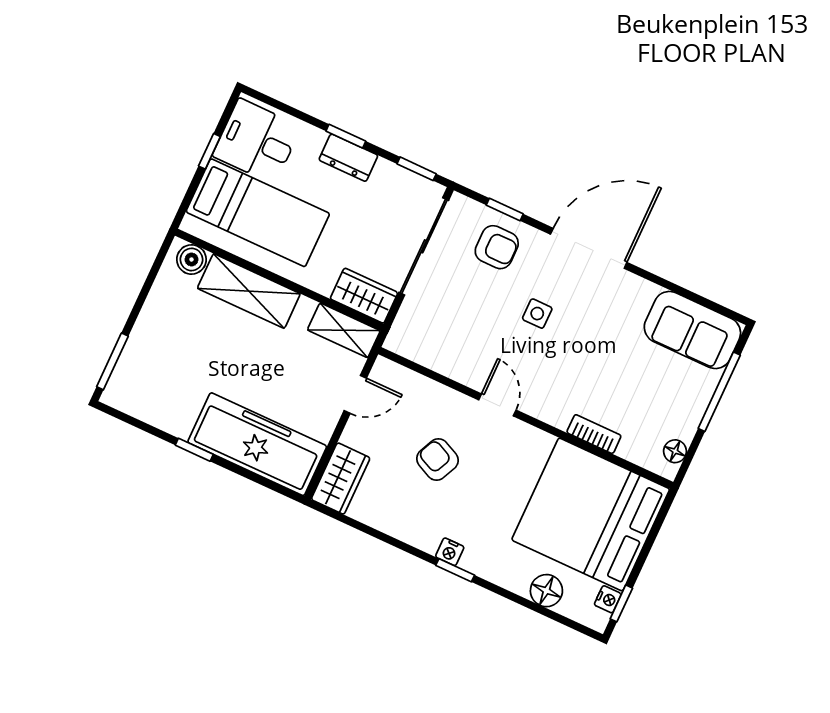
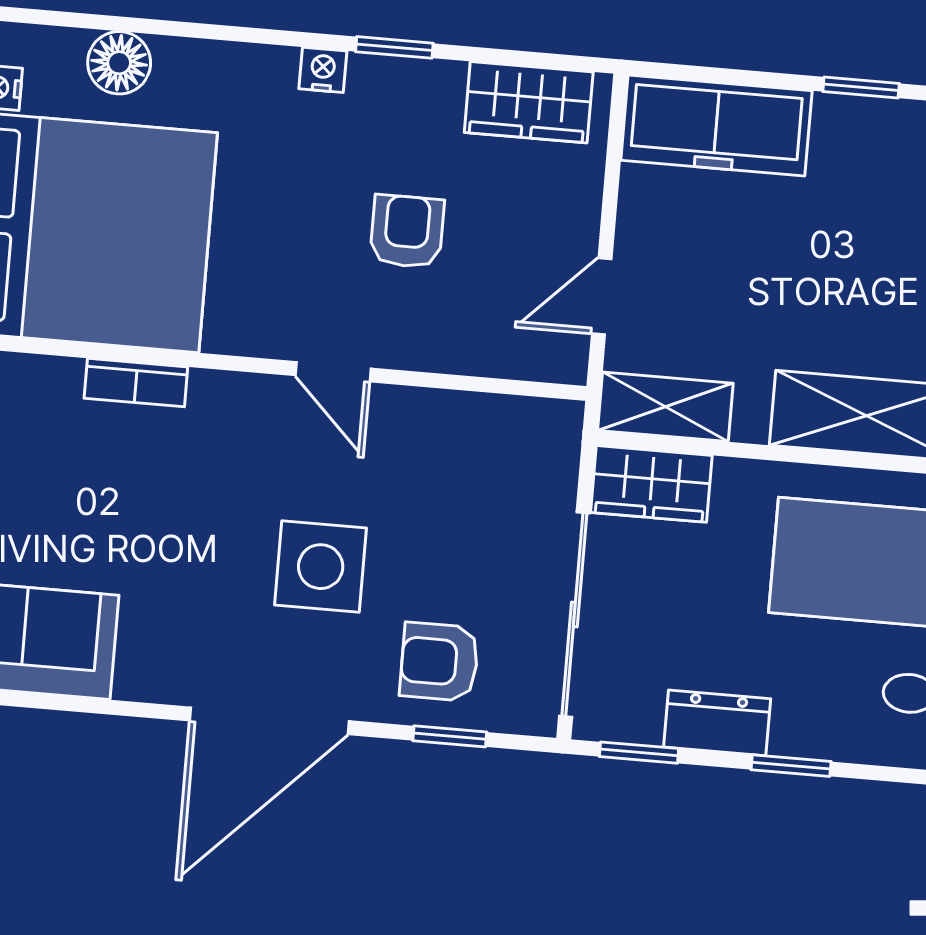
dresser: (348, 158) -> (717, 723), moved
side table: (537, 314) -> (321, 567), width x1.87, depth x1.87
freezer: (257, 444) -> (716, 126), width x0.73, depth x0.79
armchair: (437, 460) -> (407, 231), turned -115
wardrobe: (341, 479) -> (529, 102), moved, turned -90
window: (455, 570) -> (394, 47), moved

